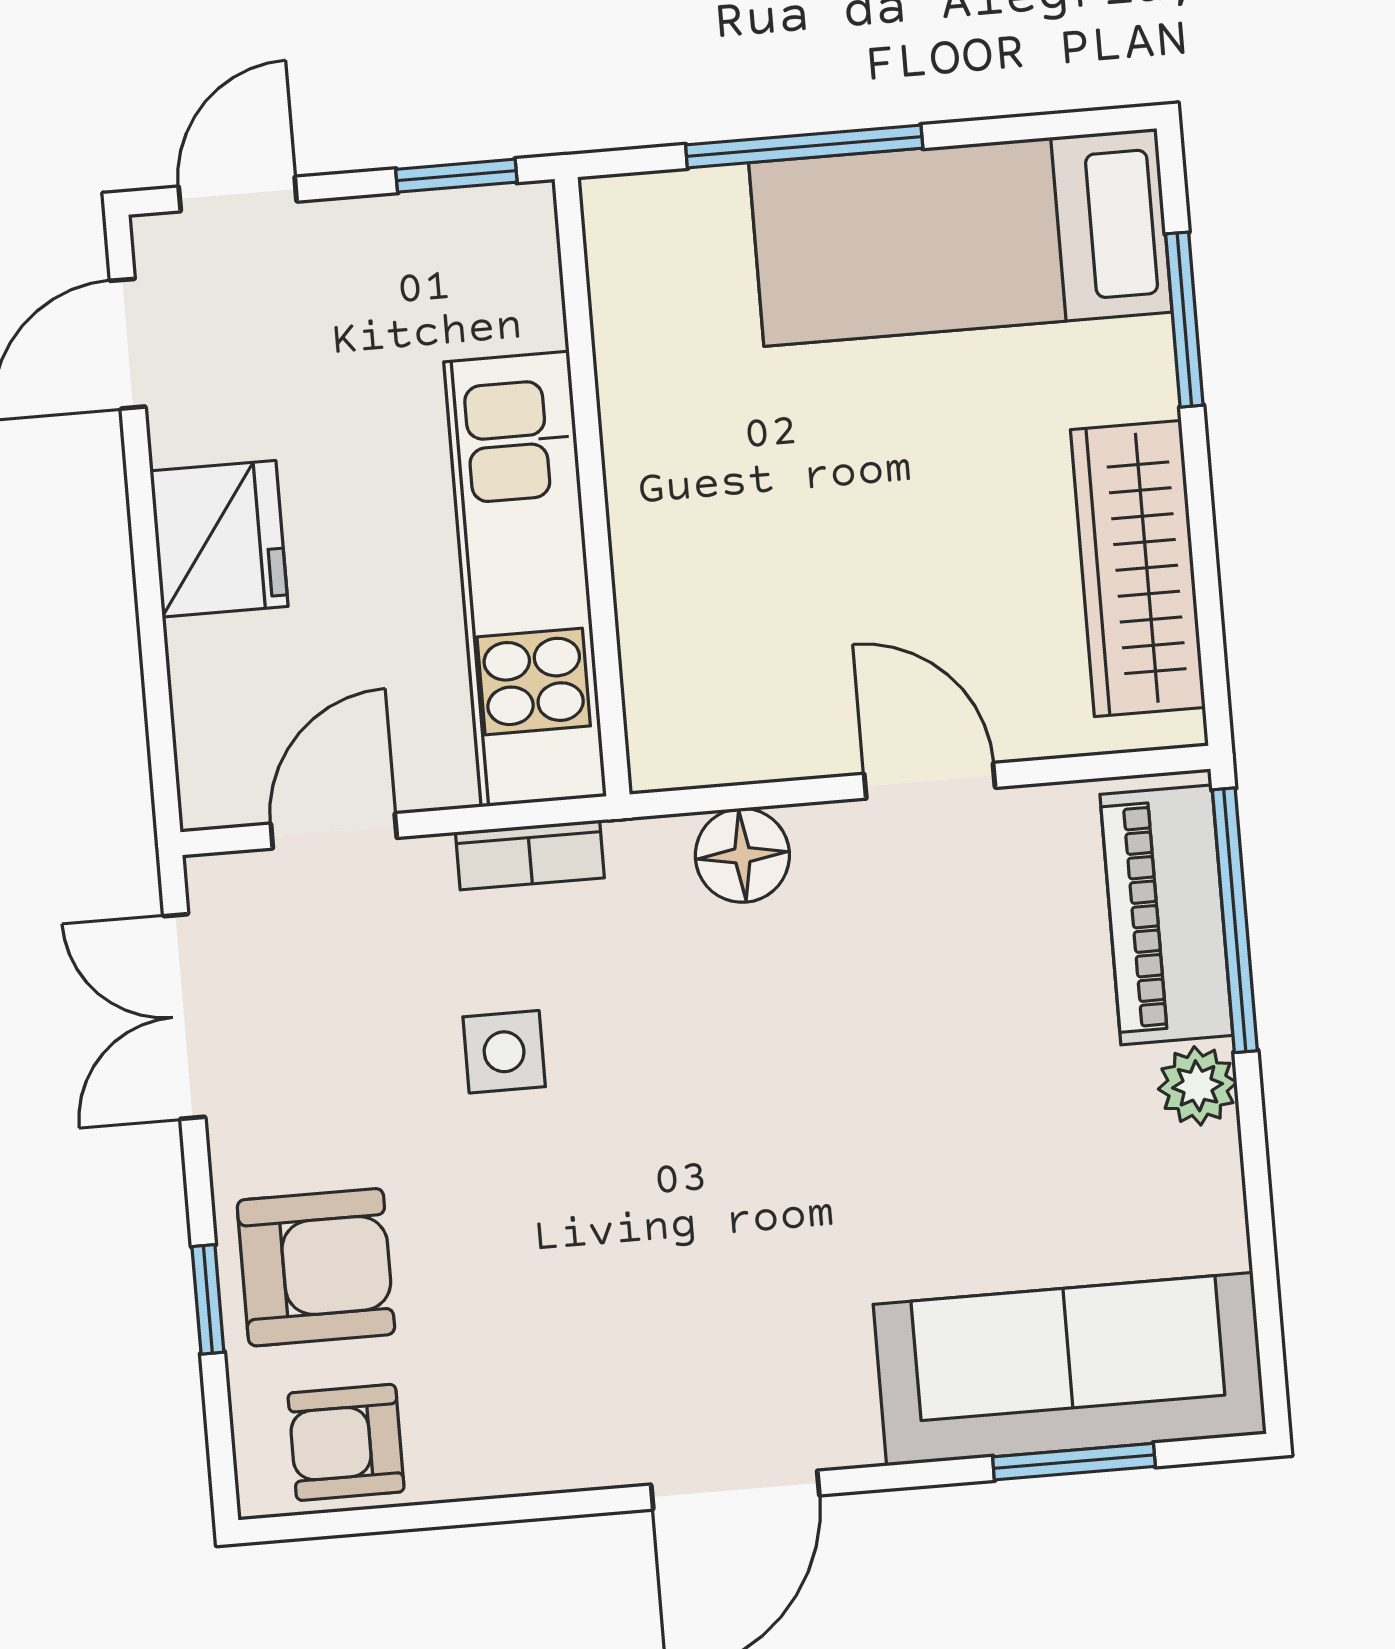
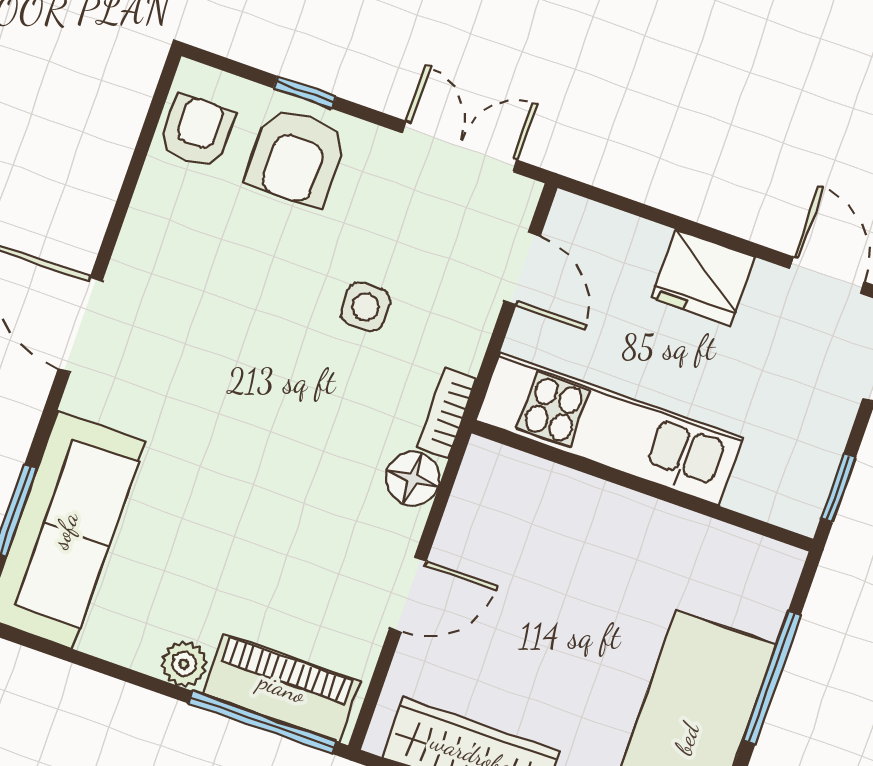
bookcase: (530, 855) -> (447, 413), moved

